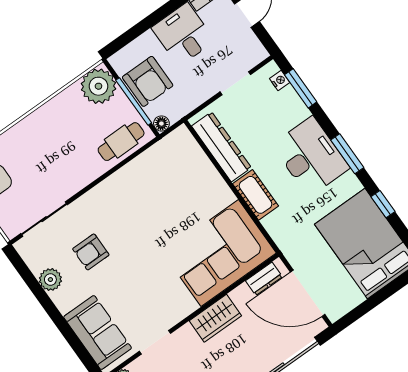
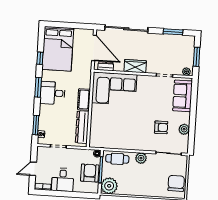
desk: (311, 156) -> (53, 93), width x0.73
plant: (83, 174) -> (141, 158), added

